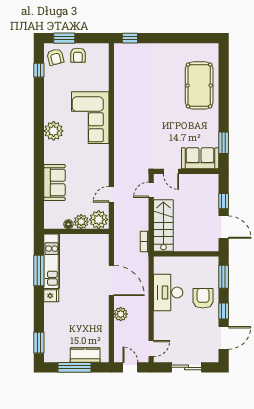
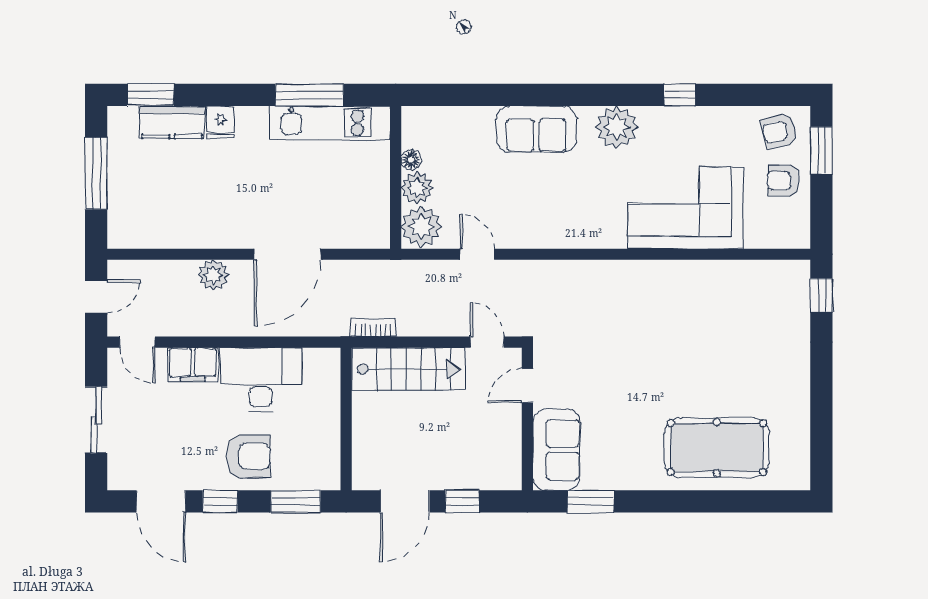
window: (39, 70) -> (680, 95), moved
corner sofa: (90, 118) -> (685, 208), moved
sofa: (54, 183) -> (536, 129), moved
fridge: (51, 296) -> (220, 122), moved
filing cabinet: (161, 323) -> (193, 365), added
kitchen counter: (85, 355) -> (172, 122), moved, turned 90

